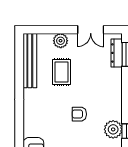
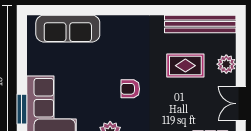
armchair: (79, 114) -> (130, 89), turned -90

